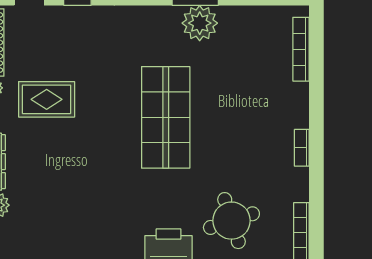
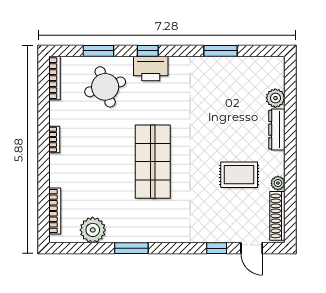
plant: (200, 23) -> (93, 230), moved

